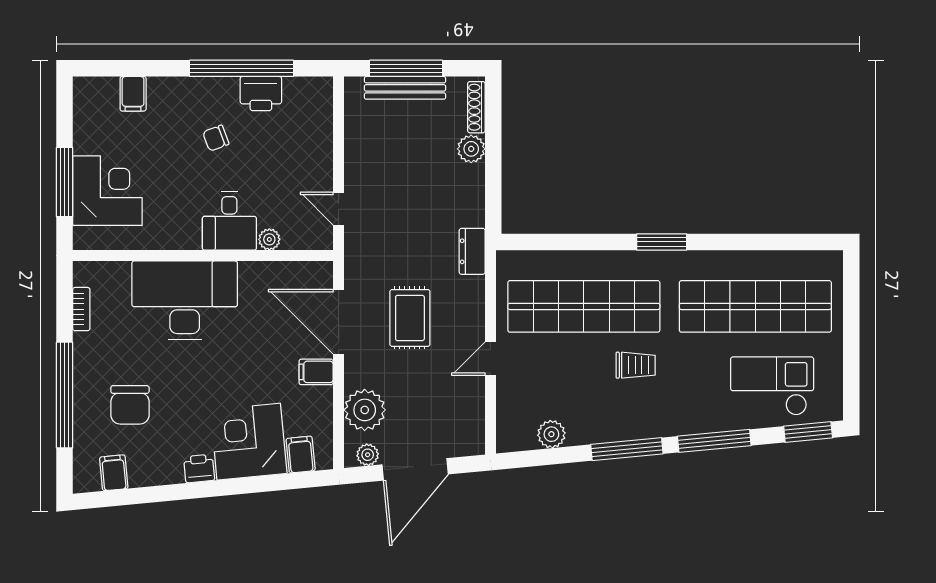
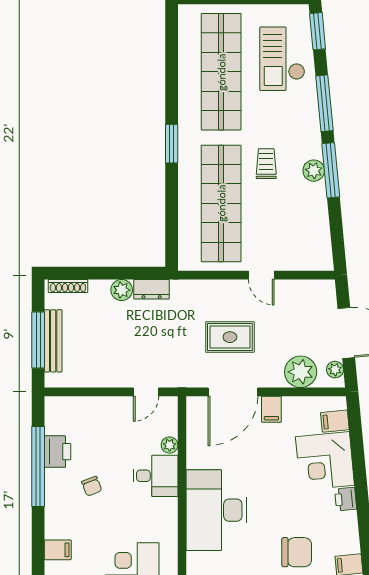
plant: (471, 149) -> (122, 290), moved
dresser: (472, 251) -> (152, 289), moved
plant: (551, 434) -> (314, 171), moved

